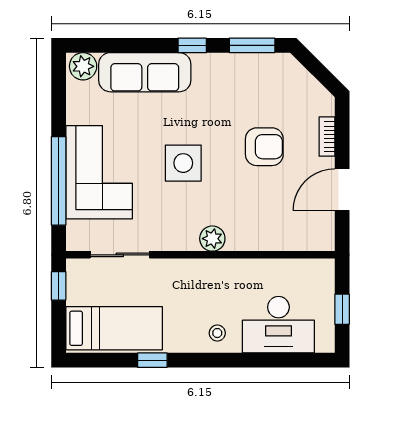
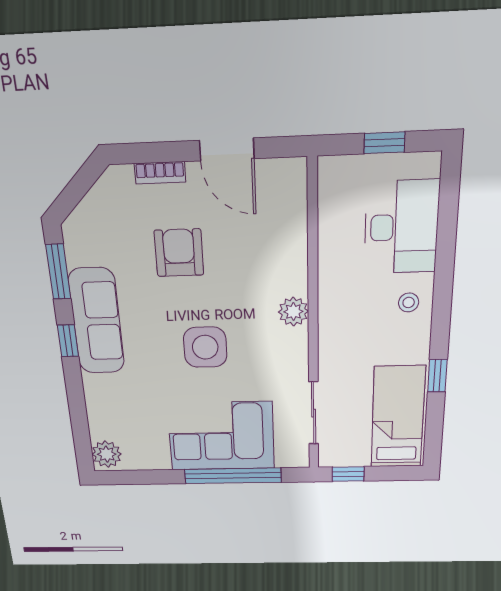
sofa: (145, 72) -> (97, 321), moved

